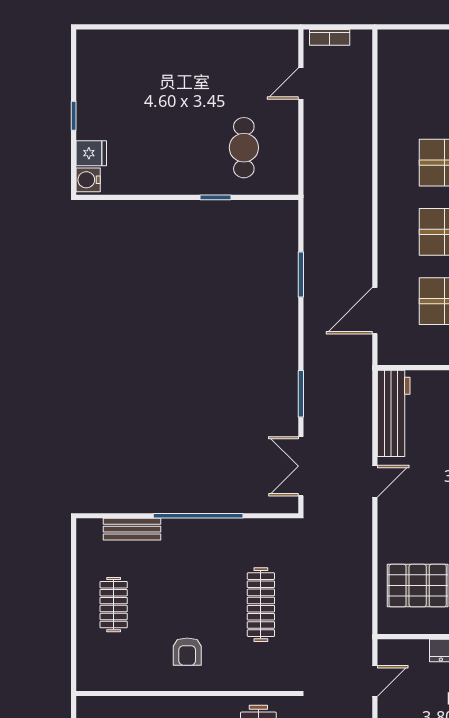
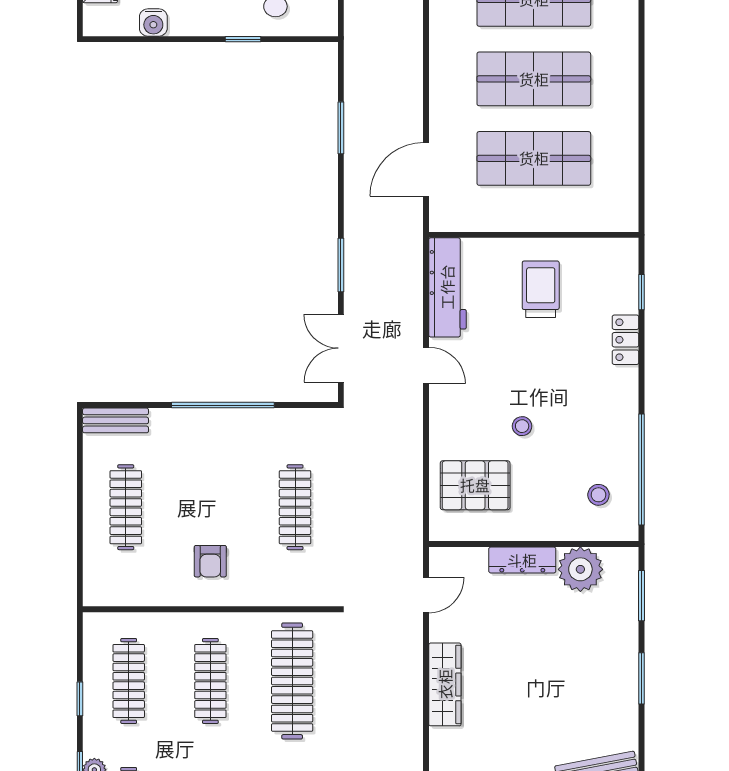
water cooler: (88, 180) -> (153, 23), moved, turned -90
door: (375, 481) -> (426, 365), hinge flipped
bench: (132, 529) -> (116, 420), moved
clothes rail: (114, 605) -> (126, 507), width x1.36

